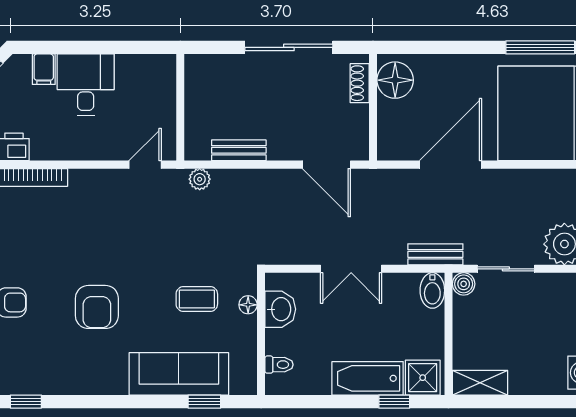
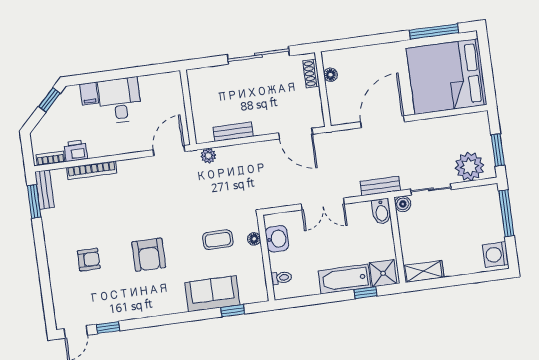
floor lamp: (395, 80) -> (330, 75), width x0.53, depth x0.53
door: (145, 165) -> (169, 151), width x1.38
sofa: (179, 374) -> (212, 294), width x0.73

